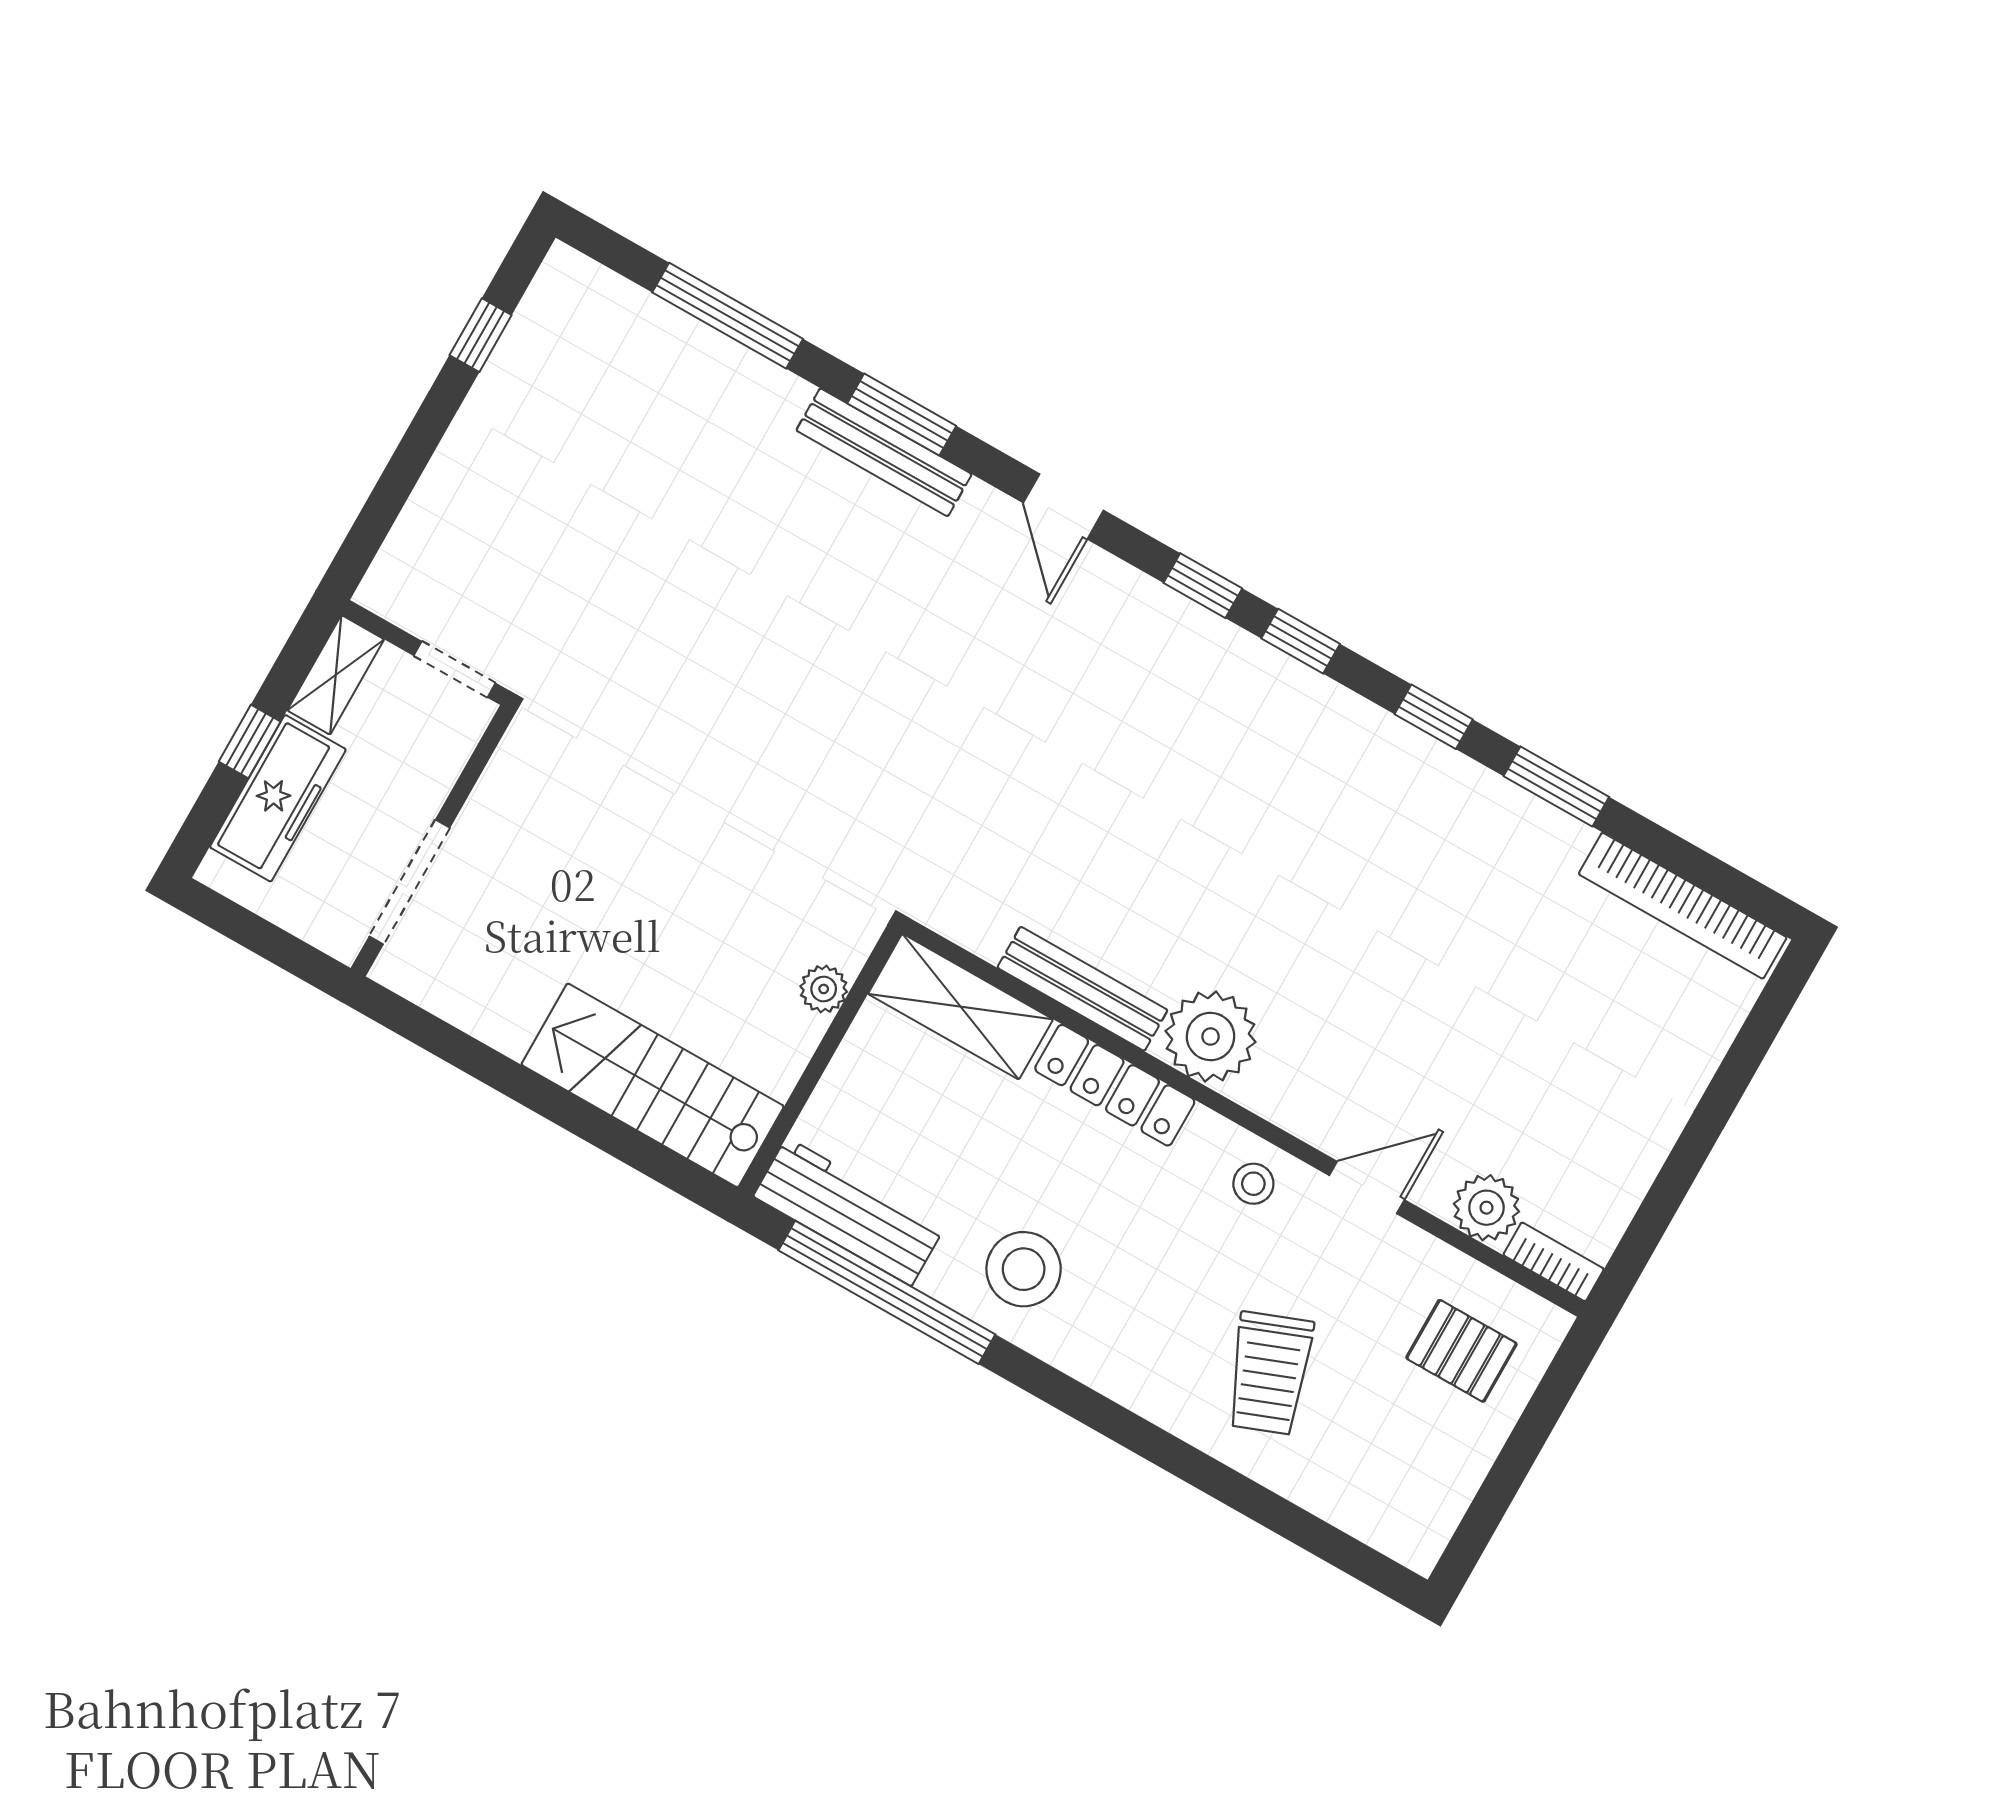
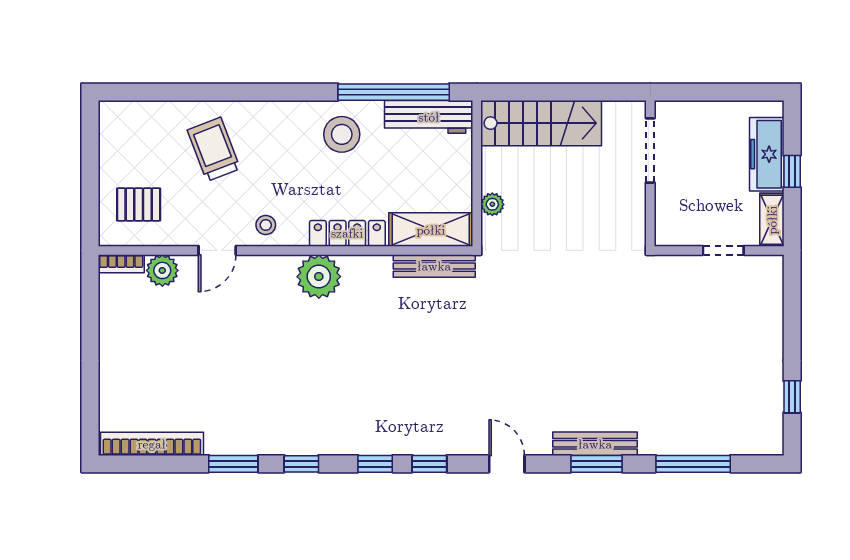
wall: (433, 841) -> (650, 173), moved
doorway: (409, 882) -> (650, 150), moved
bench: (1082, 989) -> (434, 266), moved

